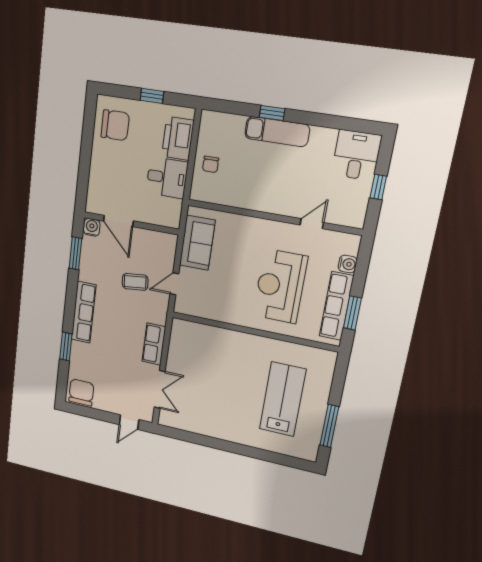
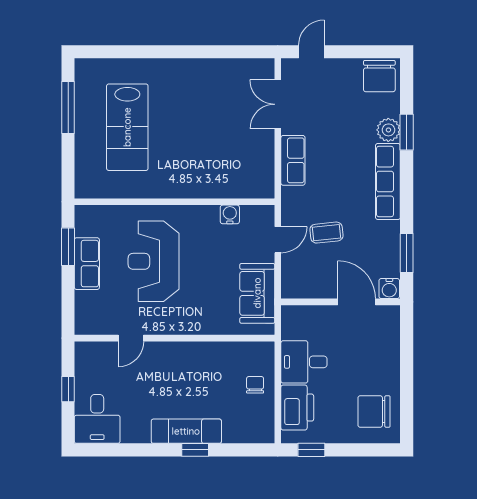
window: (152, 96) -> (311, 450), moved
water cooler: (348, 264) -> (230, 214), moved, turned 90
reception desk: (280, 286) -> (154, 261), turned 180
row of seats: (336, 306) -> (87, 264), width x0.68
plant: (79, 351) -> (388, 130), added

